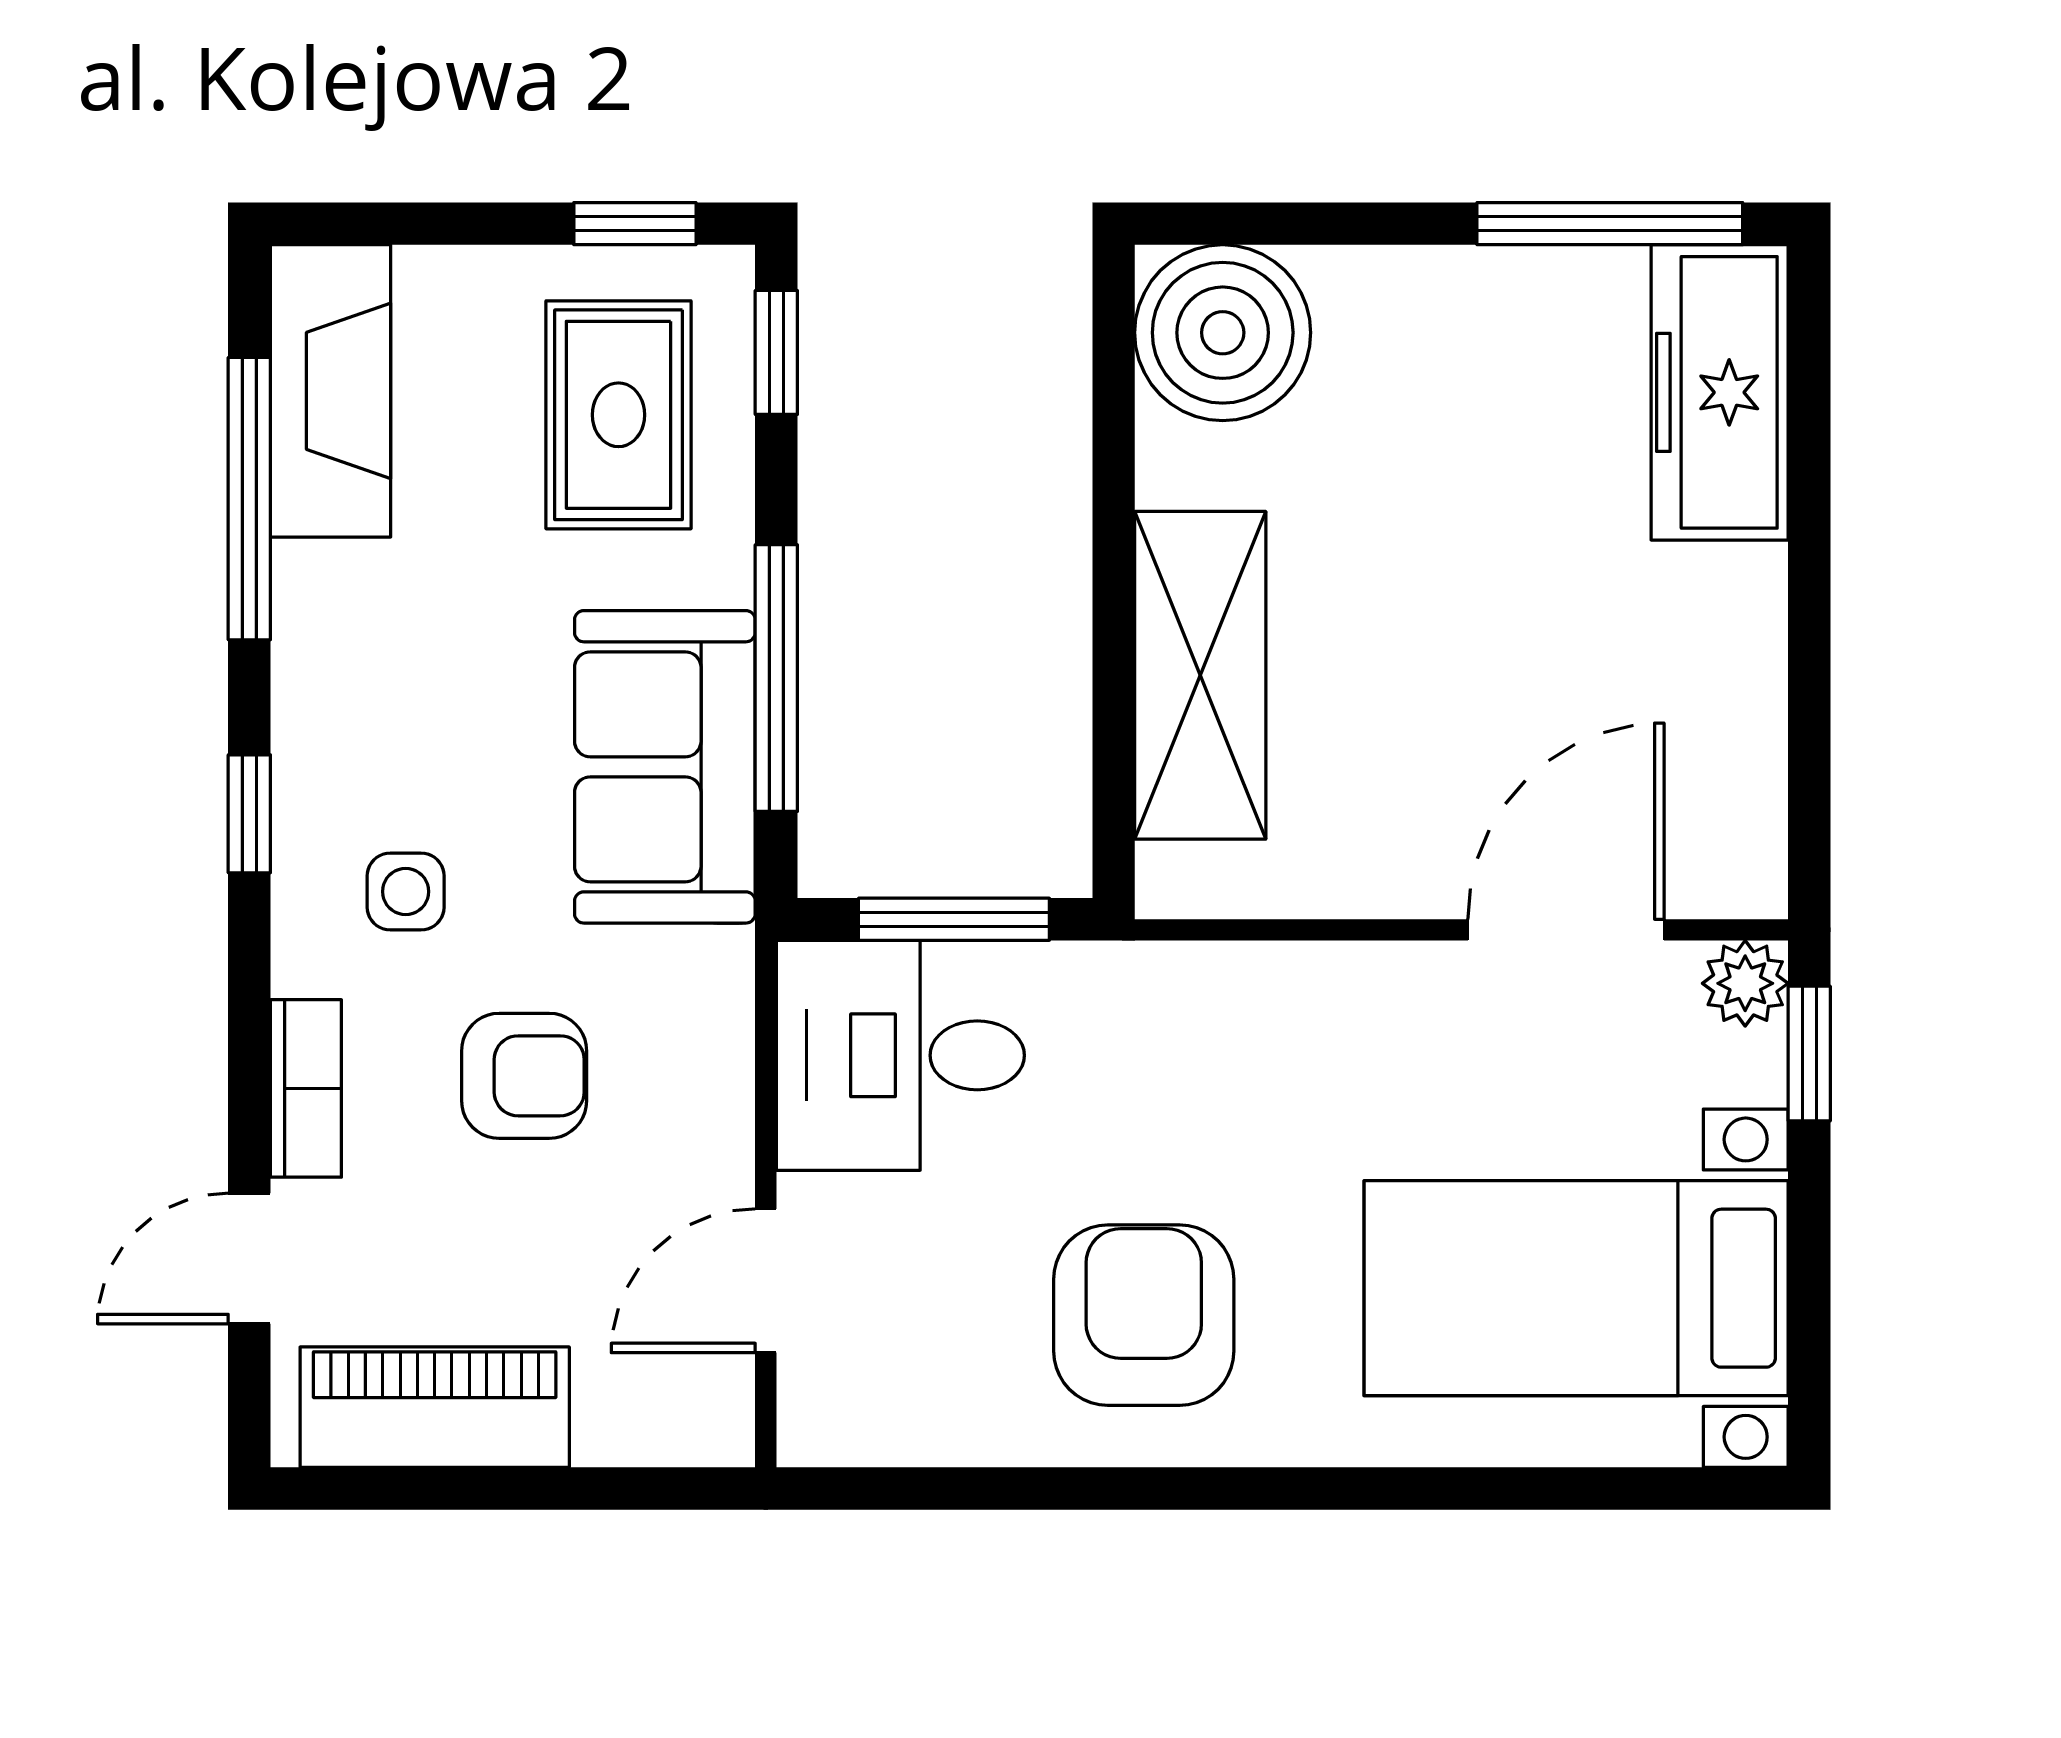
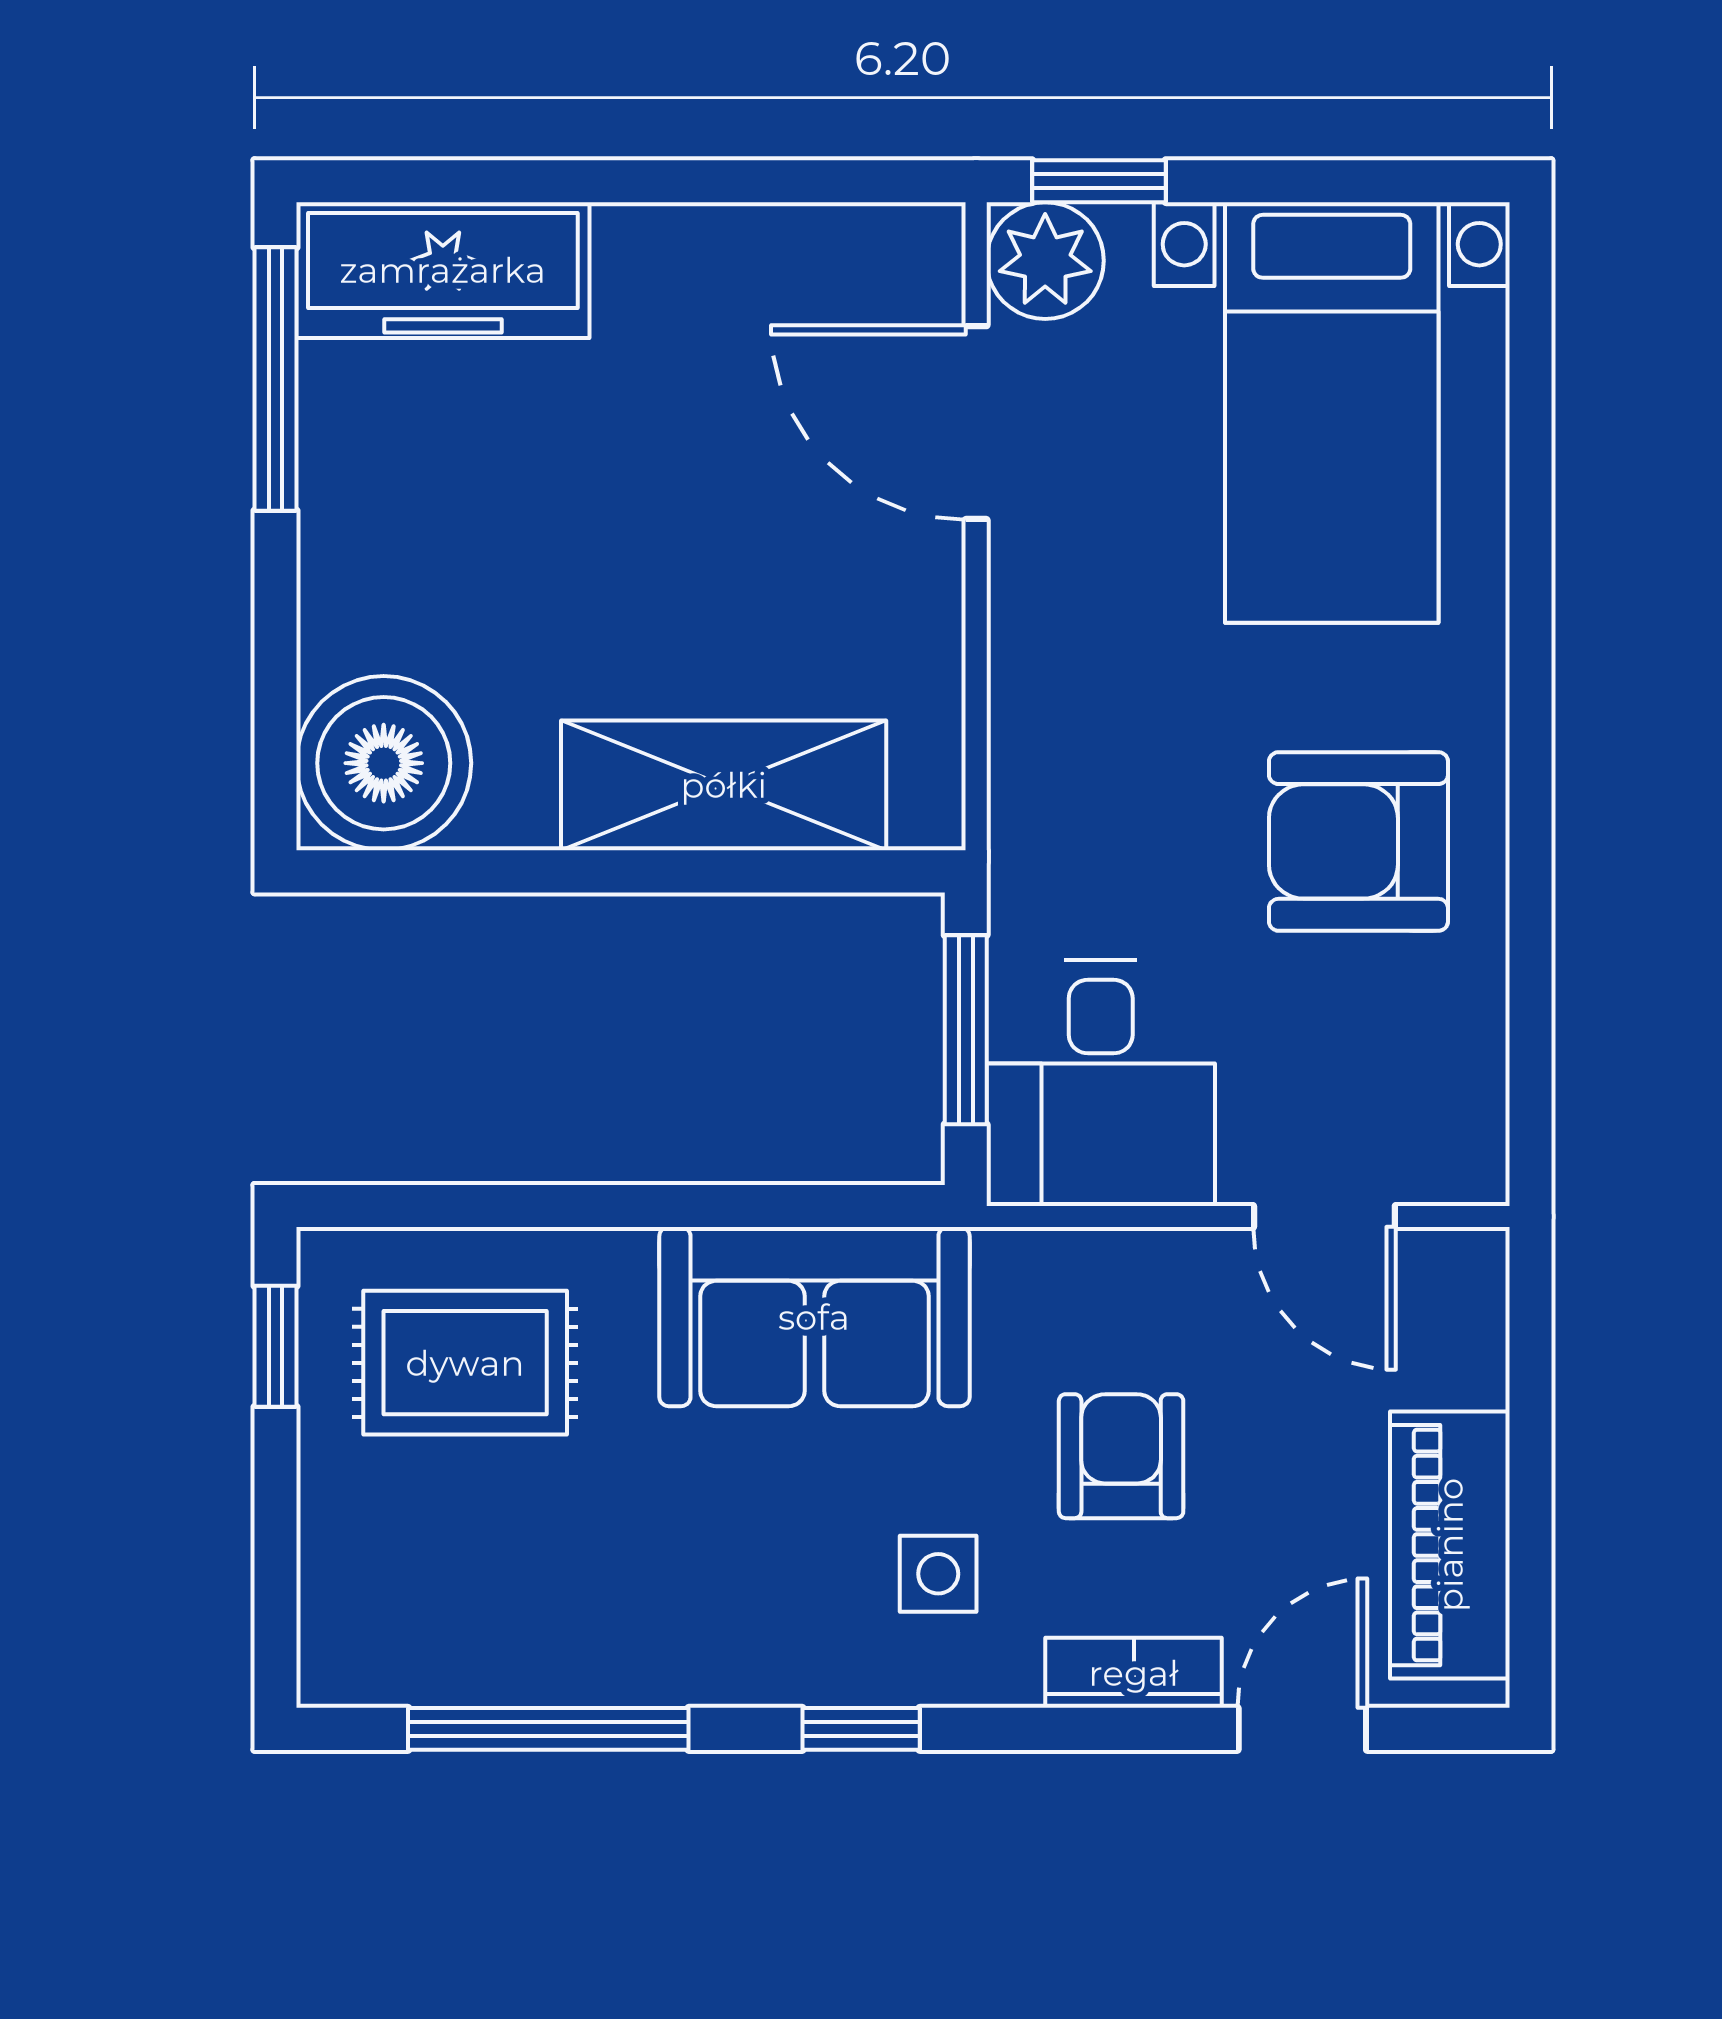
window: (776, 352) -> (403, 1206), removed
fireplace: (331, 391) -> (441, 1648), removed
window: (776, 678) -> (726, 1206), removed
plant: (1745, 983) -> (1045, 261), width x1.38, depth x1.38
door: (249, 1259) -> (1302, 1729), swing flipped

